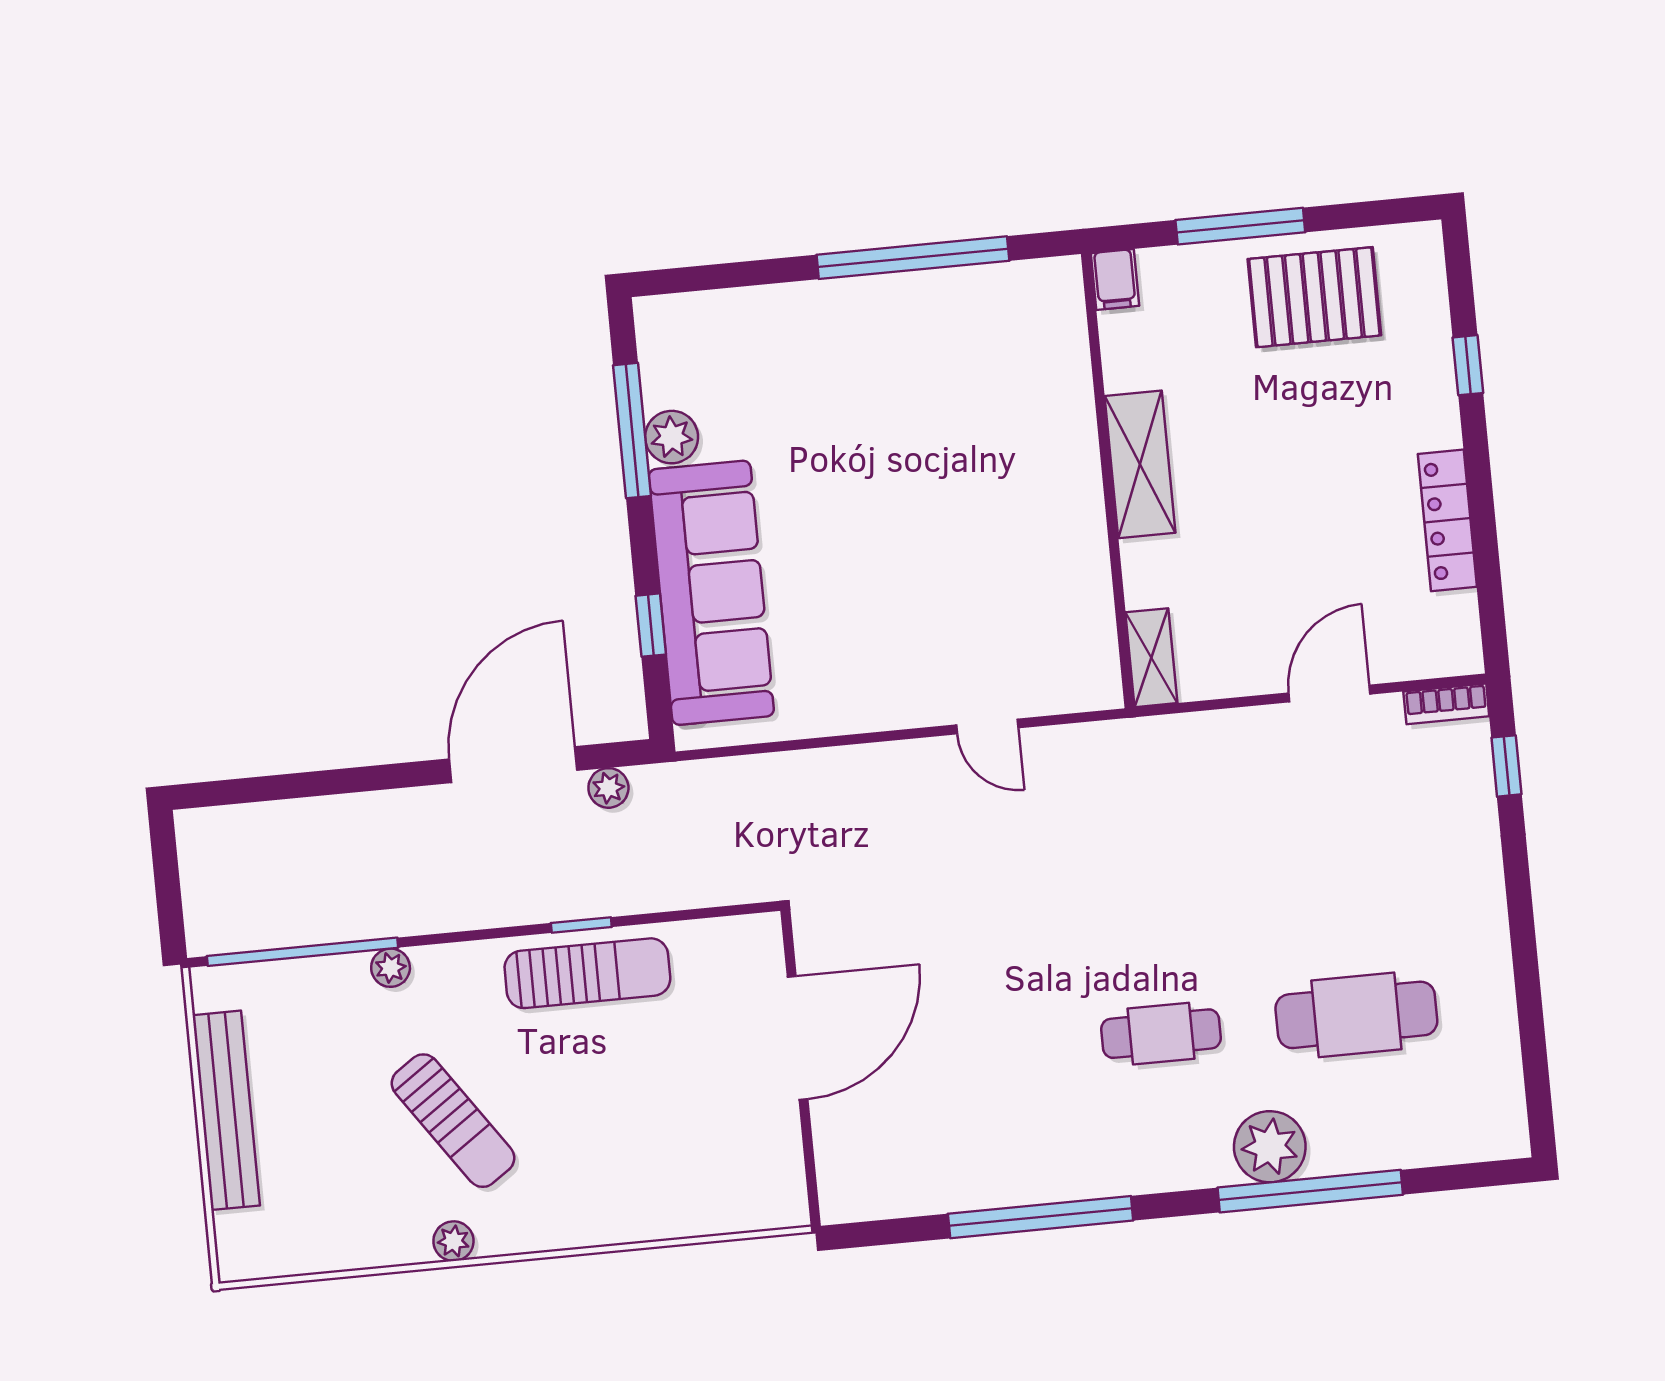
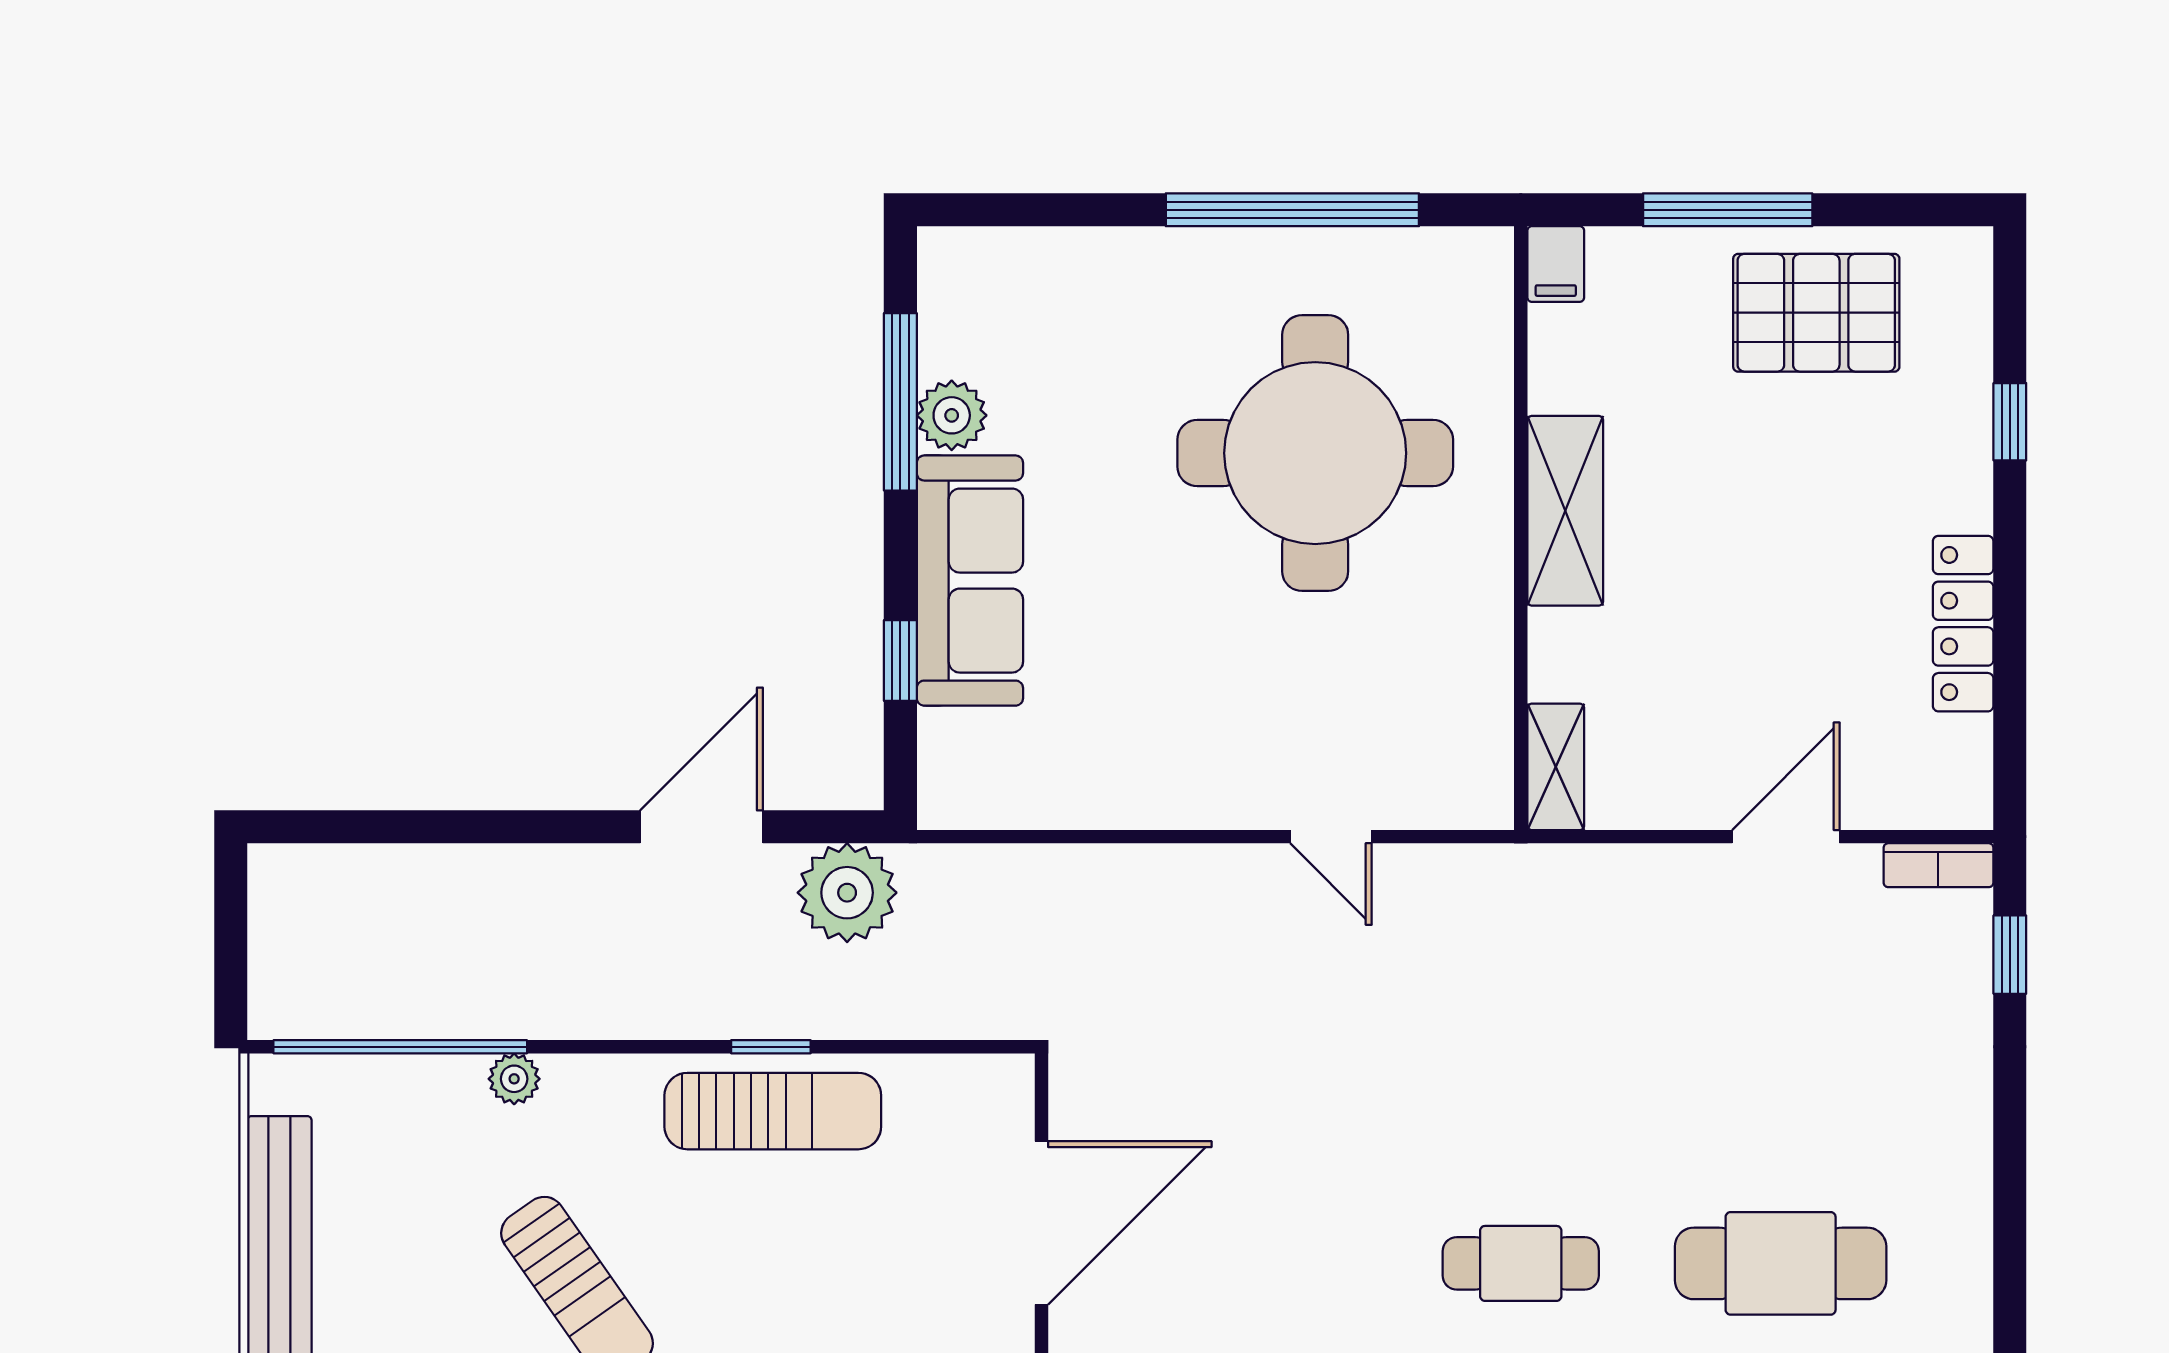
round table: (948, 439) -> (1315, 453), added
sofa: (711, 593) -> (970, 581), width x0.74, depth x0.79
door: (513, 765) -> (701, 827), width x0.73
plant: (608, 788) -> (847, 893), width x1.88, depth x1.88

